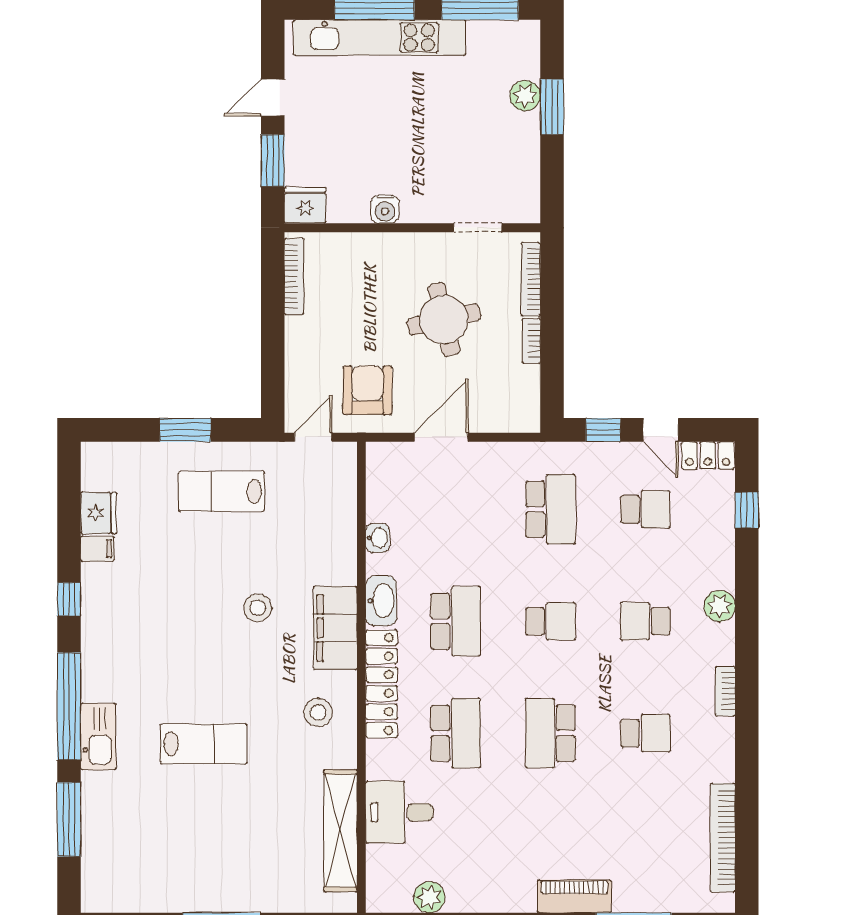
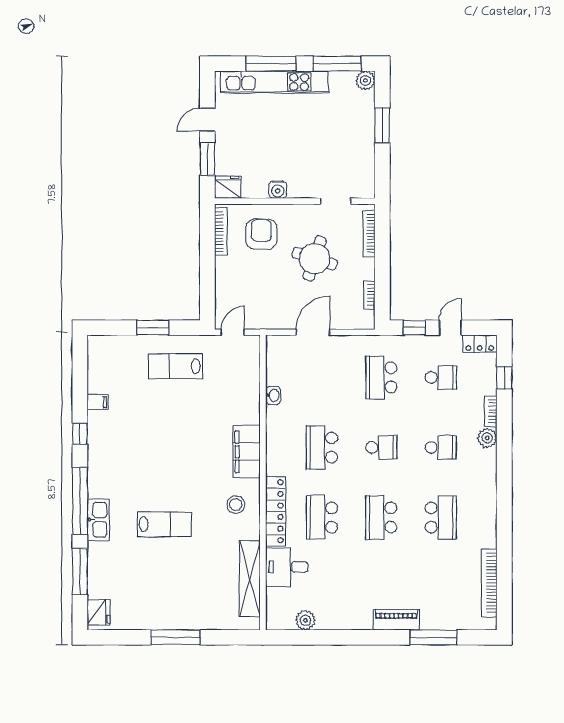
plant: (525, 96) -> (365, 80), moved
round table: (444, 319) -> (315, 259), turned 31
bookcase: (531, 341) -> (369, 295), moved
armchair: (367, 390) -> (261, 234), moved
door: (661, 430) -> (450, 328), swing flipped
school desk: (550, 509) -> (381, 377), turned 180
fridge: (99, 513) -> (98, 612), moved
washbasin: (381, 601) -> (275, 435), removed
stool: (258, 608) -> (198, 439), removed
school desk: (456, 621) -> (322, 447), turned 180
school desk: (645, 621) -> (441, 447), turned 180
locker: (381, 684) -> (276, 511), moved
bookcase: (725, 691) -> (491, 411), moved
school desk: (456, 733) -> (322, 518), turned 180
school desk: (645, 733) -> (441, 518), width x1.85

